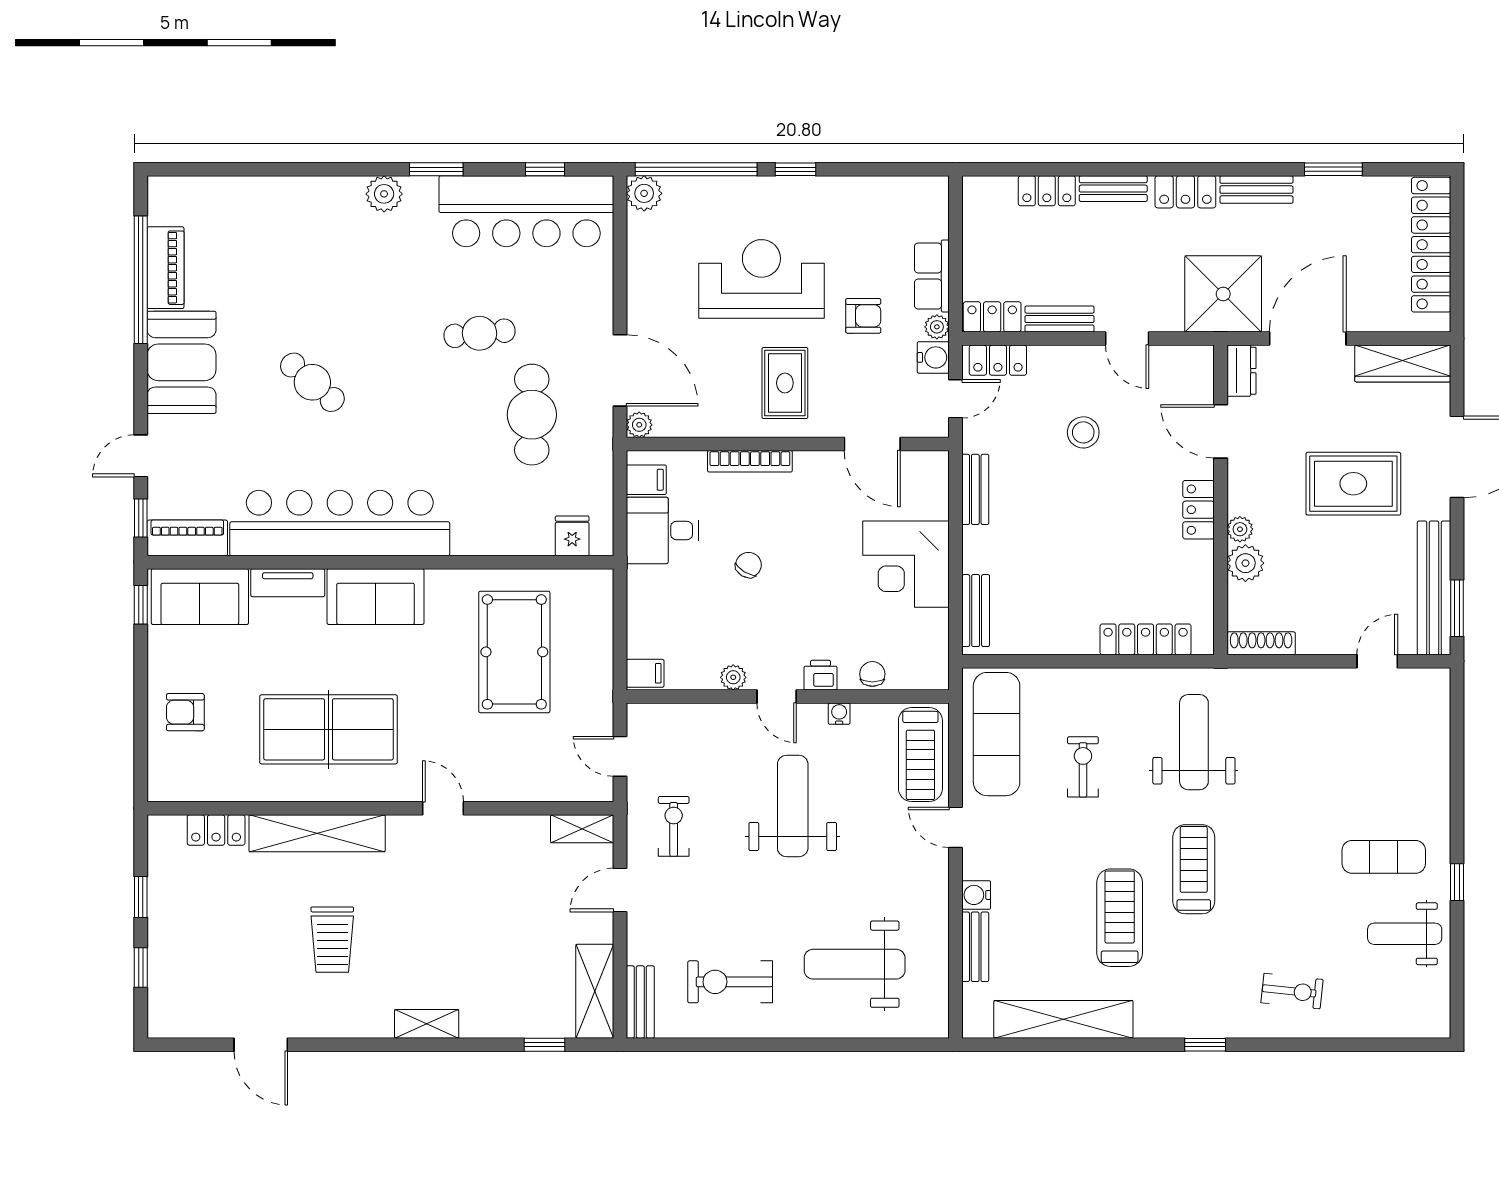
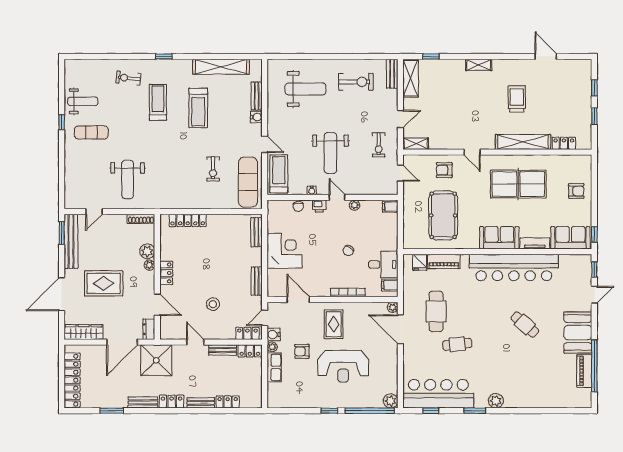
piano: (187, 538) -> (444, 261), moved
weight bench: (1194, 742) -> (128, 179), moved
armchair: (512, 764) -> (444, 170), added
treadmill: (1194, 869) -> (158, 102), moved, turned 180

